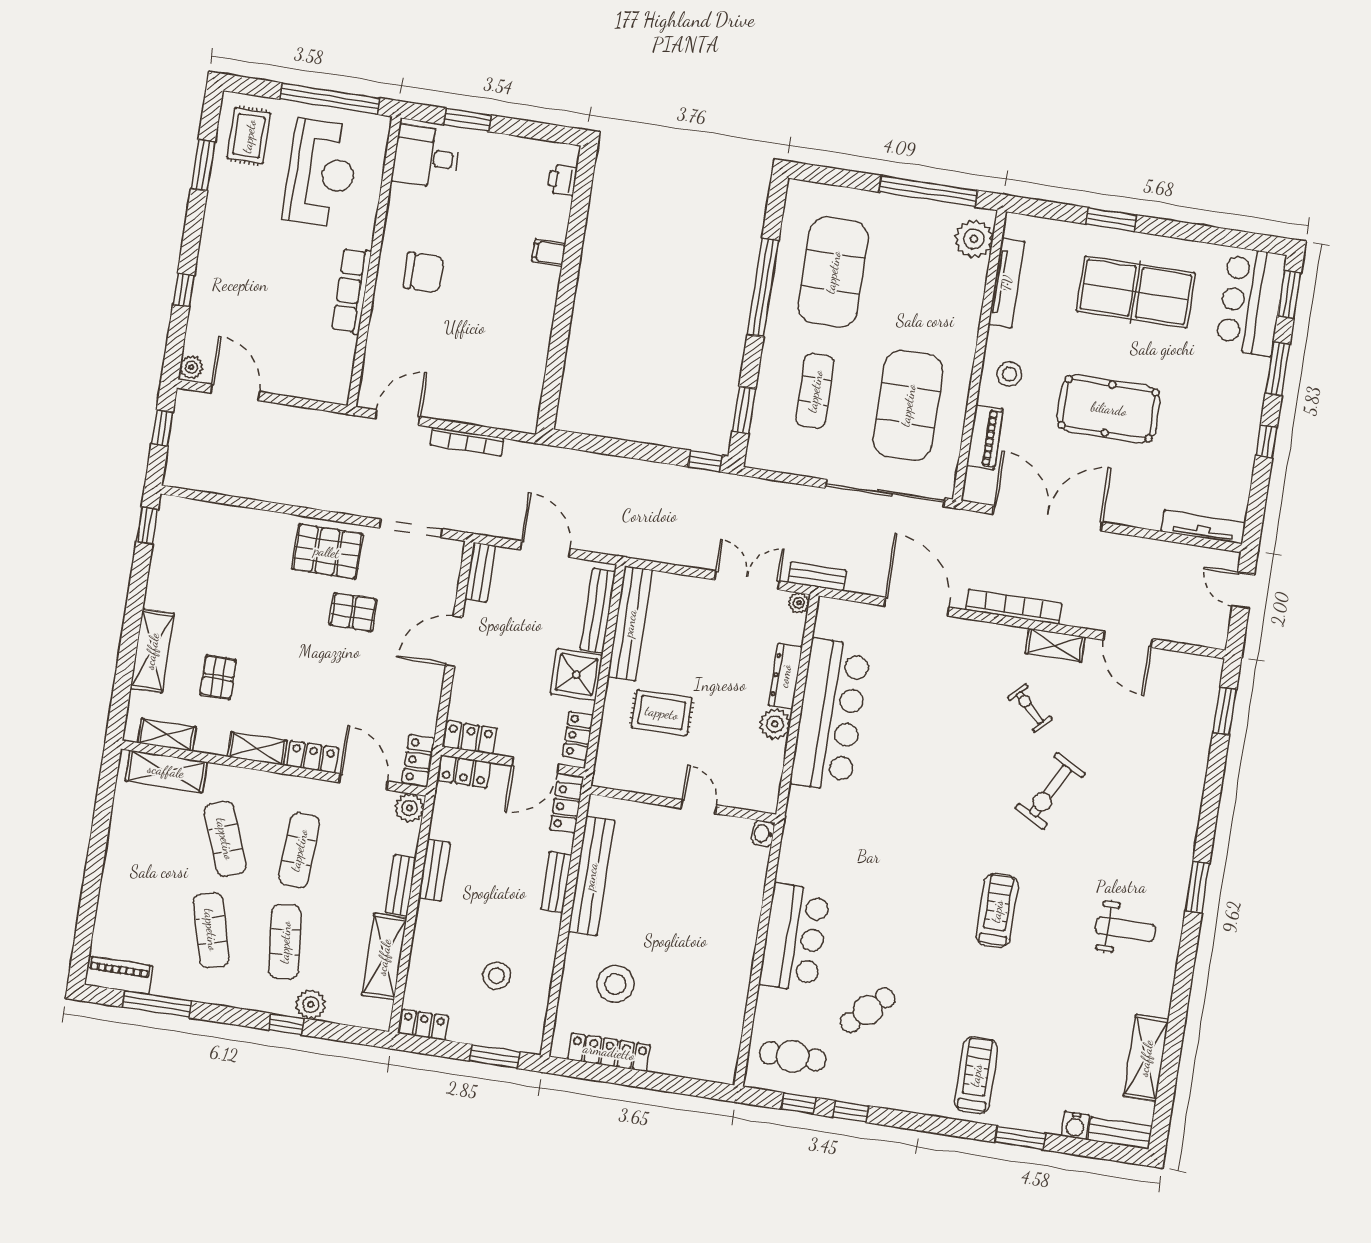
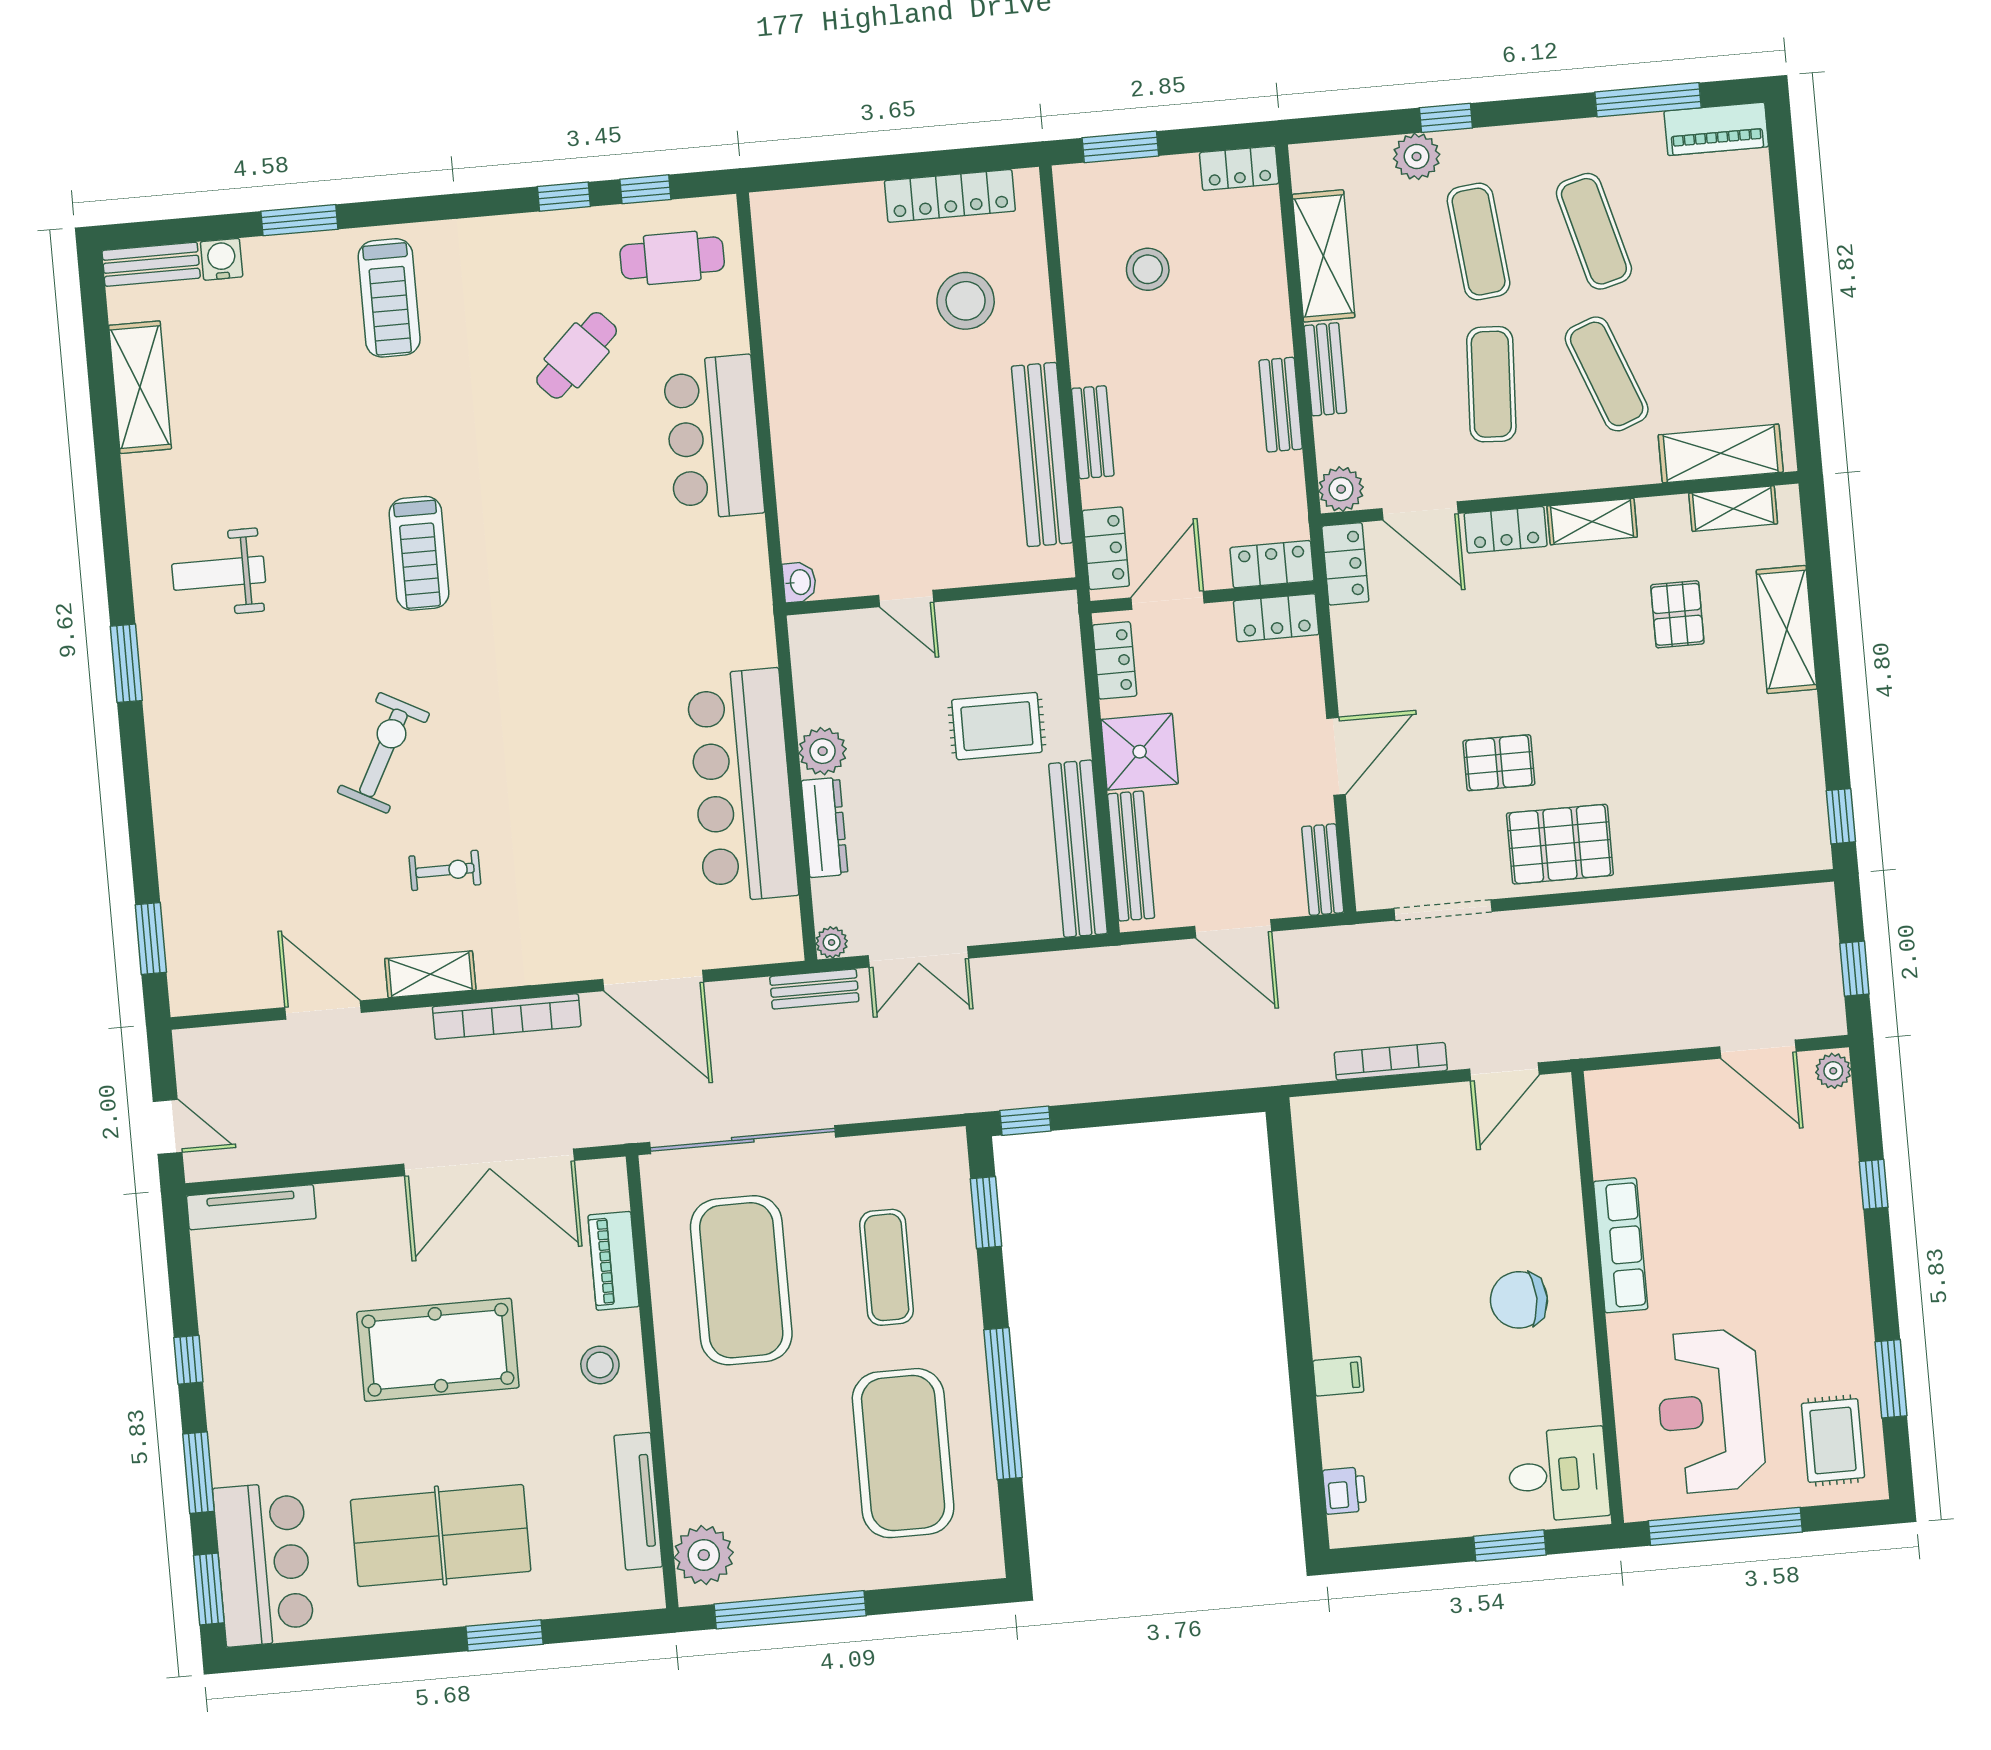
exercise bike: (1030, 708) -> (445, 870), turned -44

